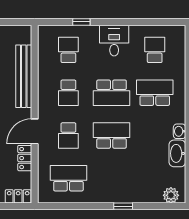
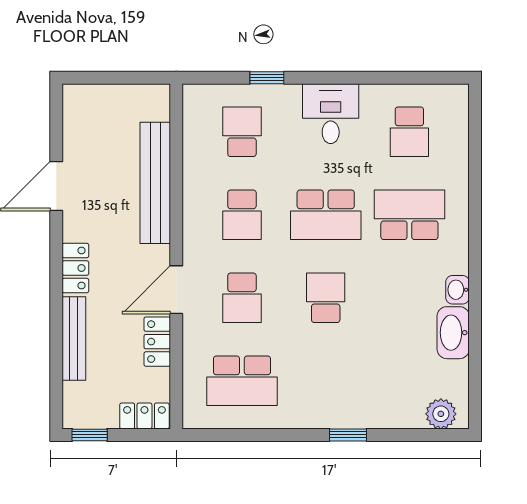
school desk: (155, 50) -> (409, 132), turned 180
school desk: (112, 135) -> (326, 298), width x0.54
school desk: (68, 178) -> (242, 381), turned 180

